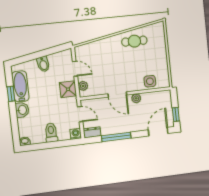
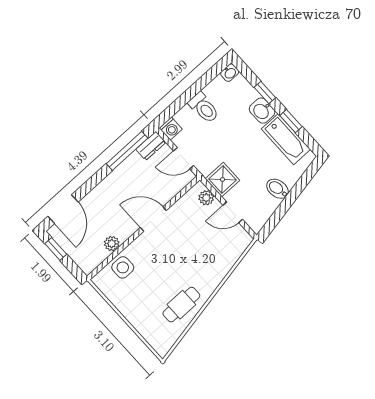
plant: (136, 98) -> (112, 244), moved
window: (14, 118) -> (265, 92), added
window: (116, 137) -> (127, 151), moved

